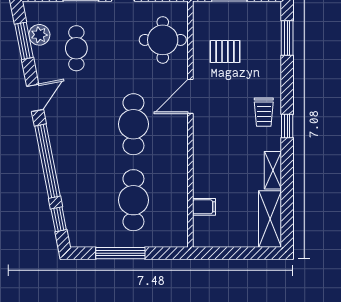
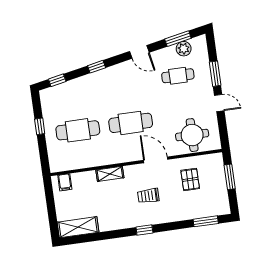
trolley: (264, 112) -> (148, 196), moved
window: (47, 161) -> (97, 67), width x0.32
shelving: (273, 170) -> (110, 174), moved
filing cabinet: (204, 207) -> (65, 182), moved
window: (120, 253) -> (40, 126), width x0.46

